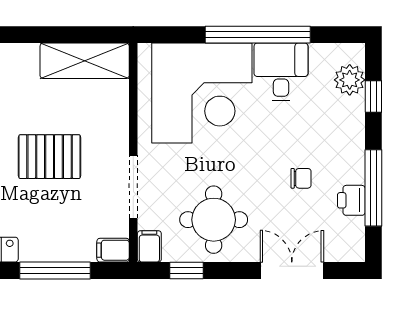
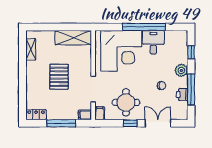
plant: (350, 80) -> (181, 70), moved
pallet: (50, 157) -> (59, 77), turned 90
window: (186, 271) -> (130, 123), moved

